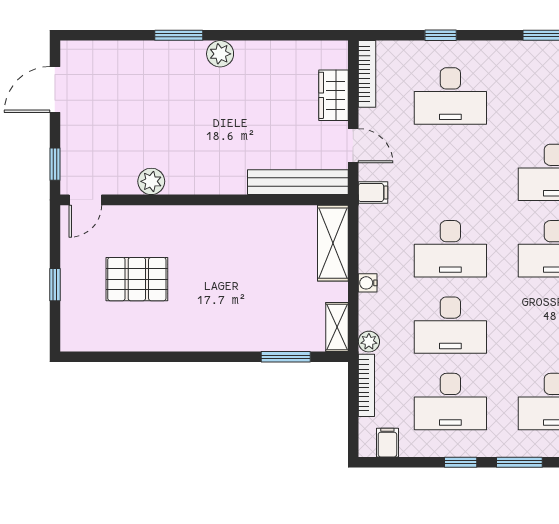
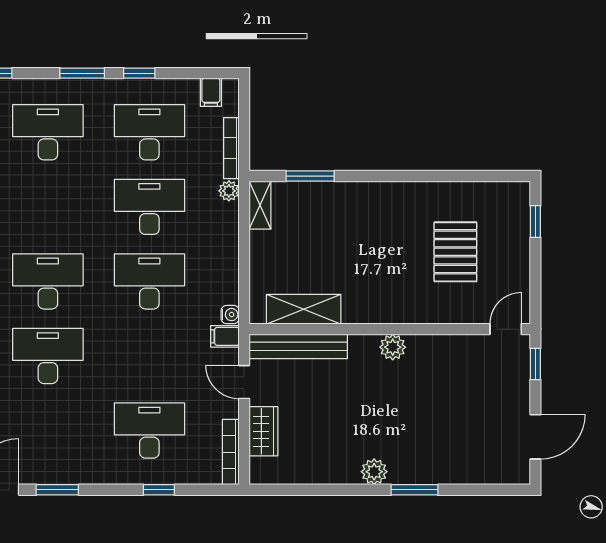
plant: (151, 181) -> (393, 347), moved
shelving: (333, 243) -> (304, 309), moved, turned 90
pallet: (137, 279) -> (455, 252), turned 90
water cooler: (368, 283) -> (230, 315), moved
window: (55, 285) -> (535, 222), moved

